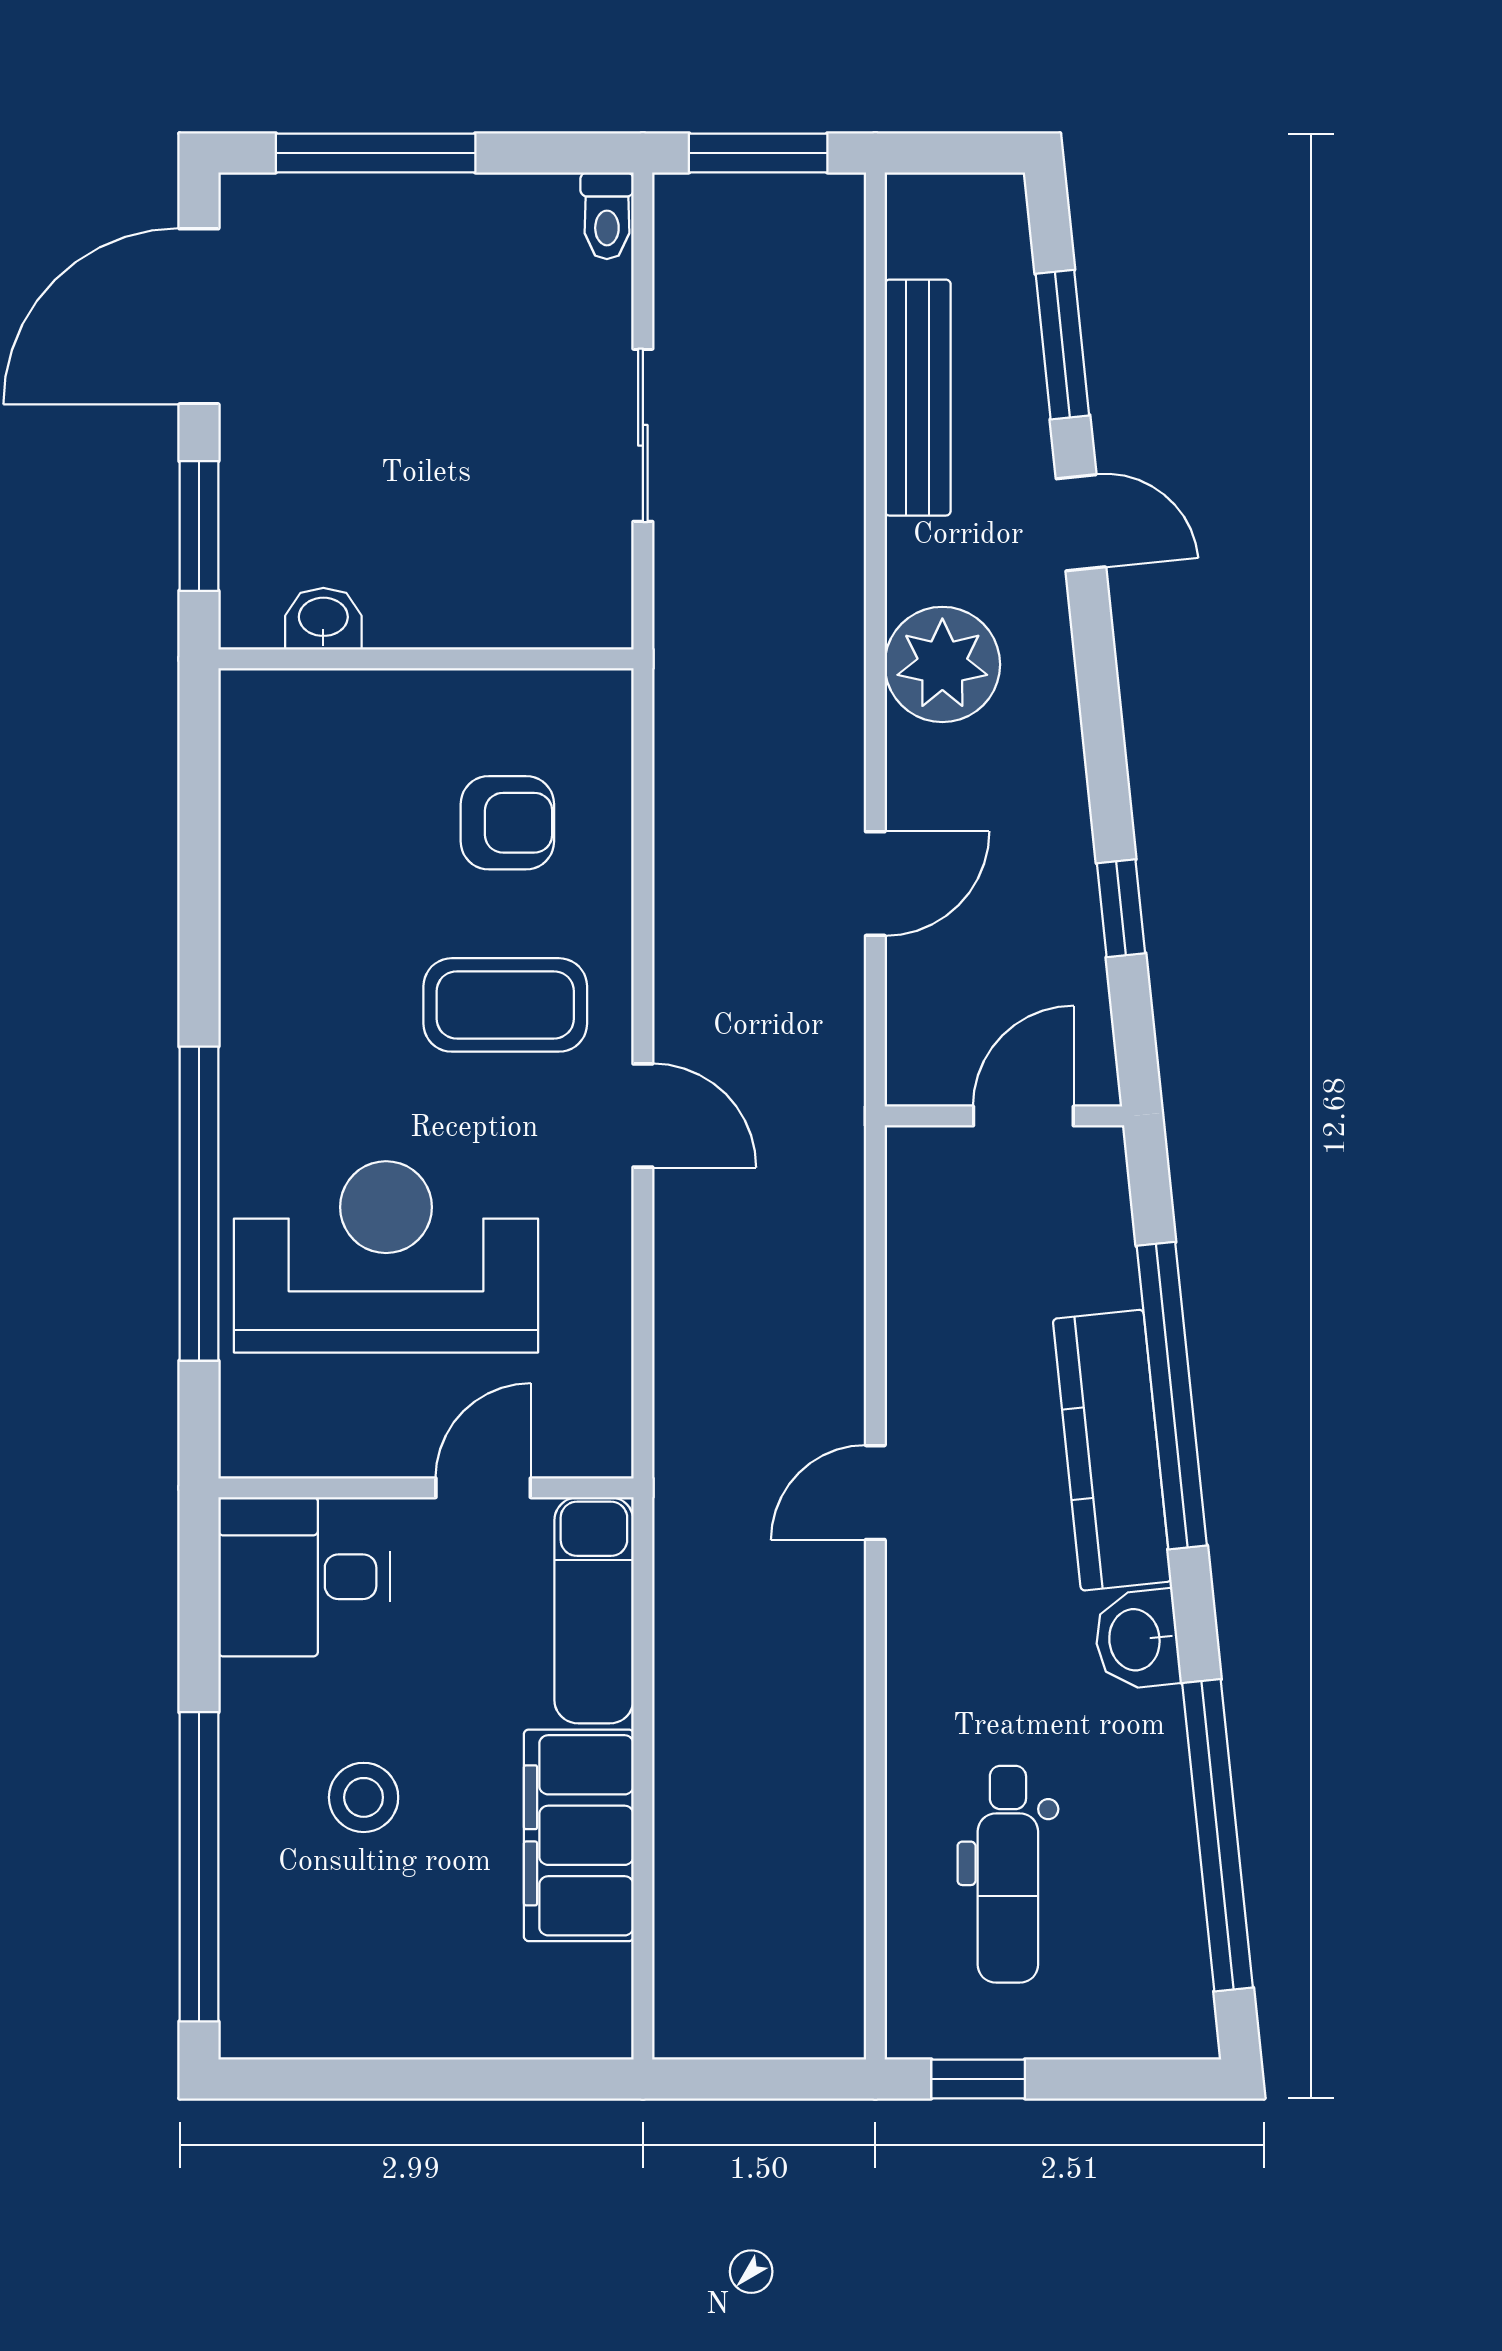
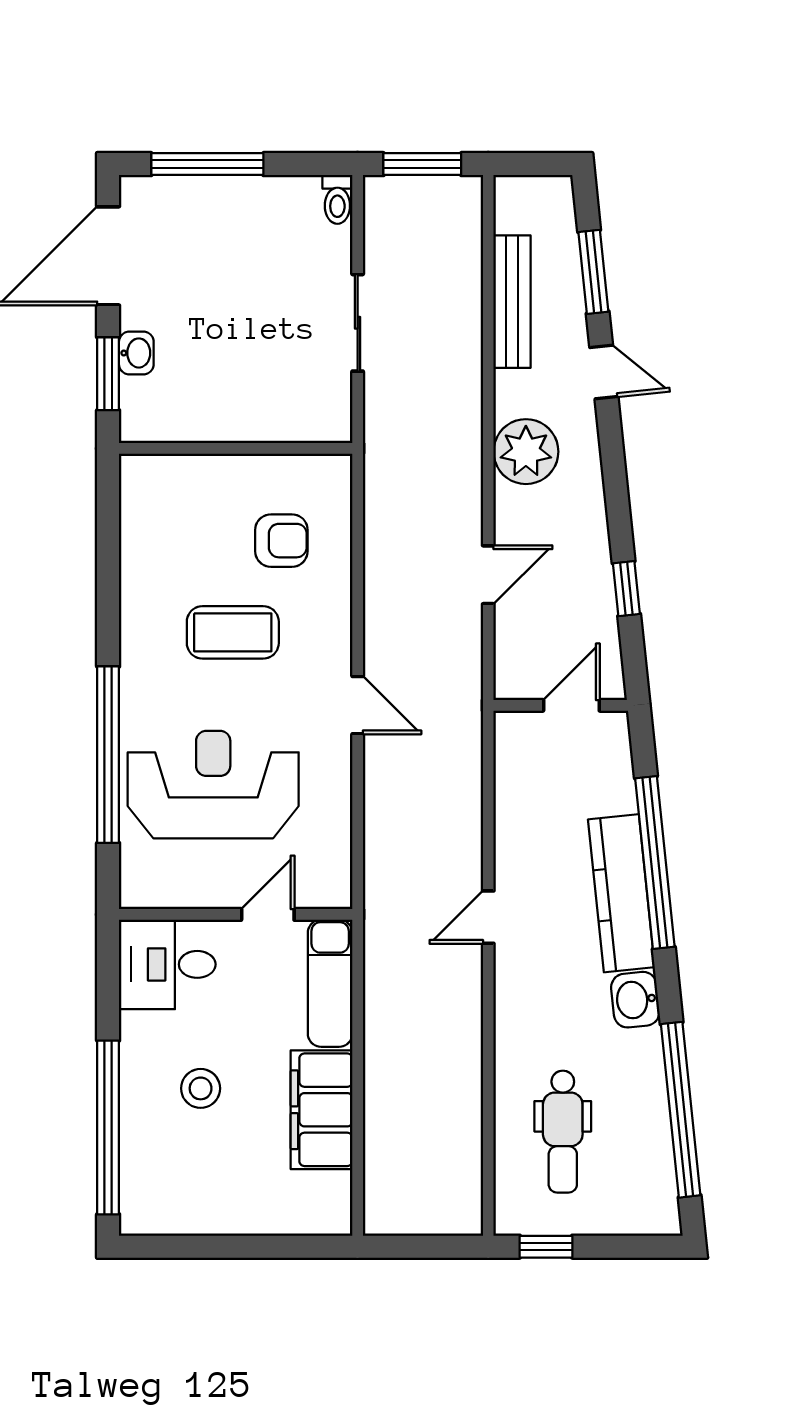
washbasin: (323, 619) -> (136, 353), moved, turned 90
coffee table: (505, 1005) -> (233, 632), moved

